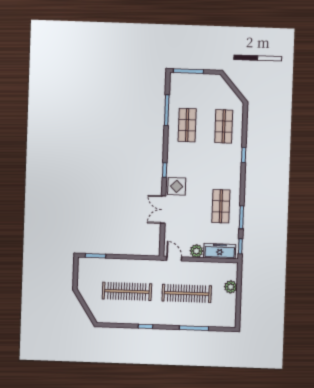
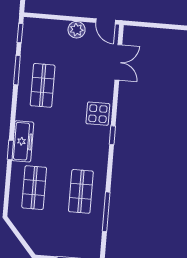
double door: (163, 210) -> (118, 62), moved
freezer: (220, 251) -> (23, 141), moved, turned -90

